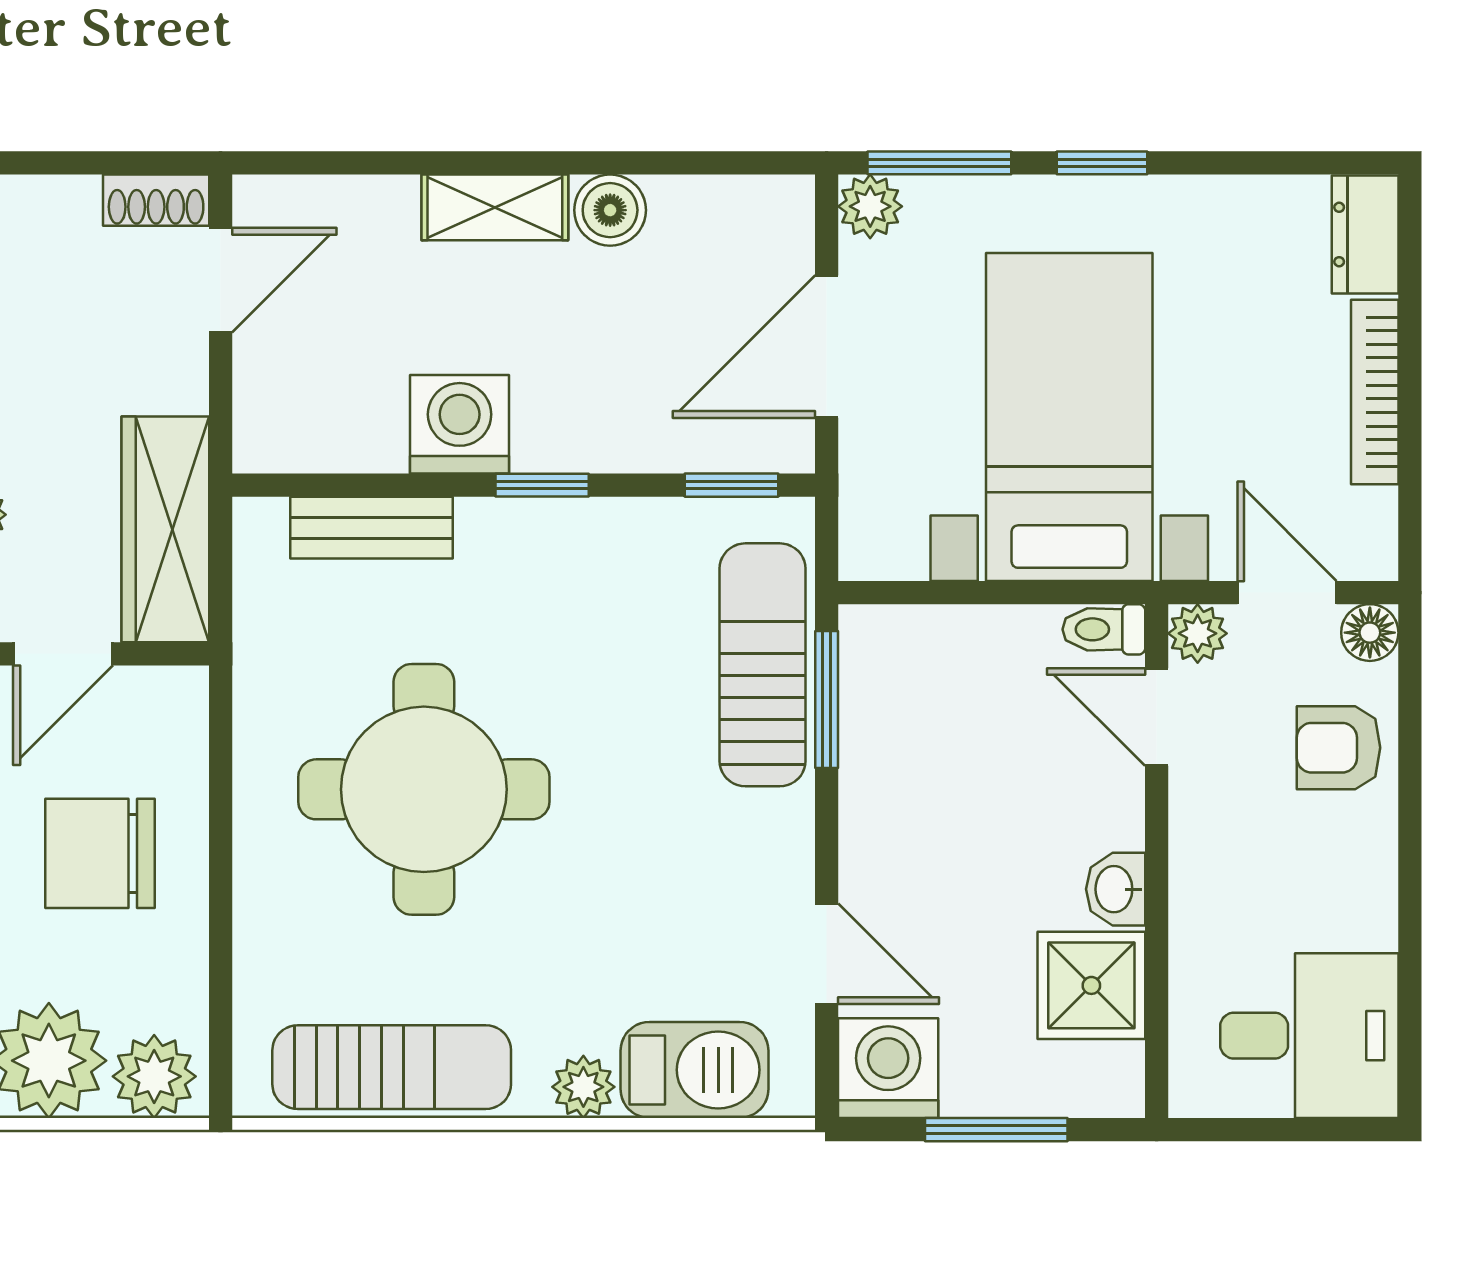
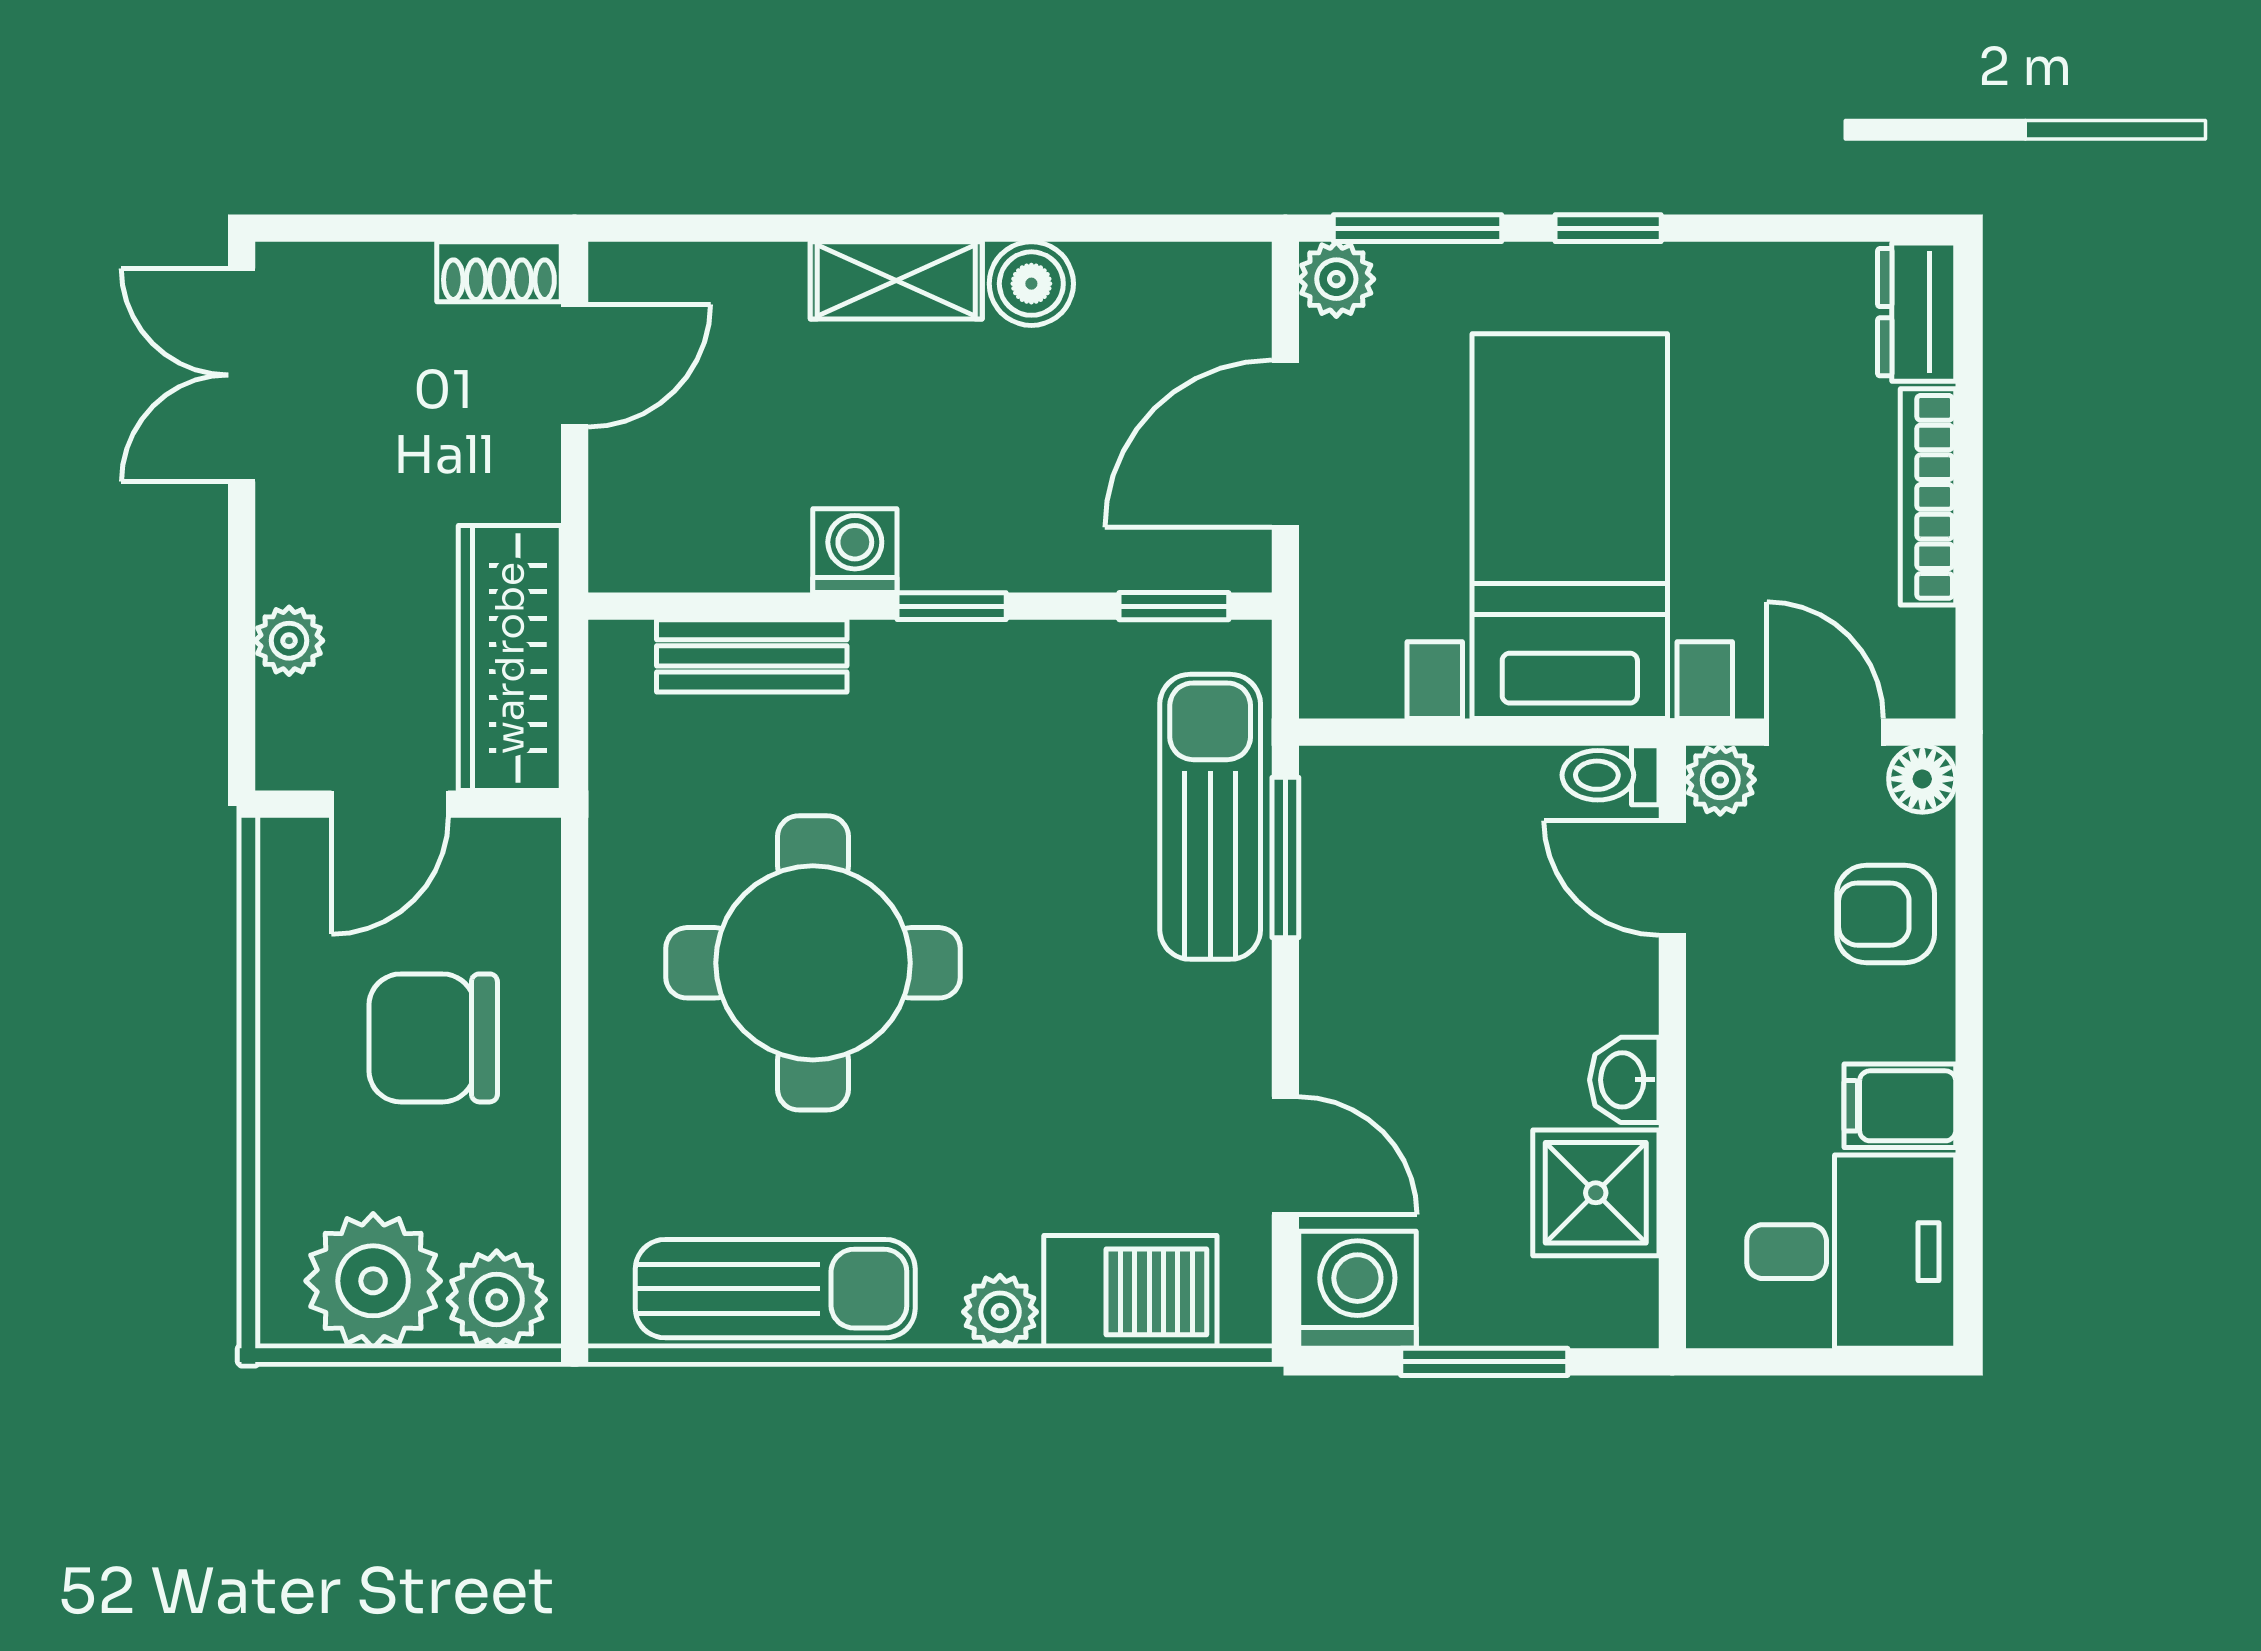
washing machine: (460, 424) -> (855, 551), width x0.73, depth x0.73
filing cabinet: (1351, 911) -> (1900, 1106), added

